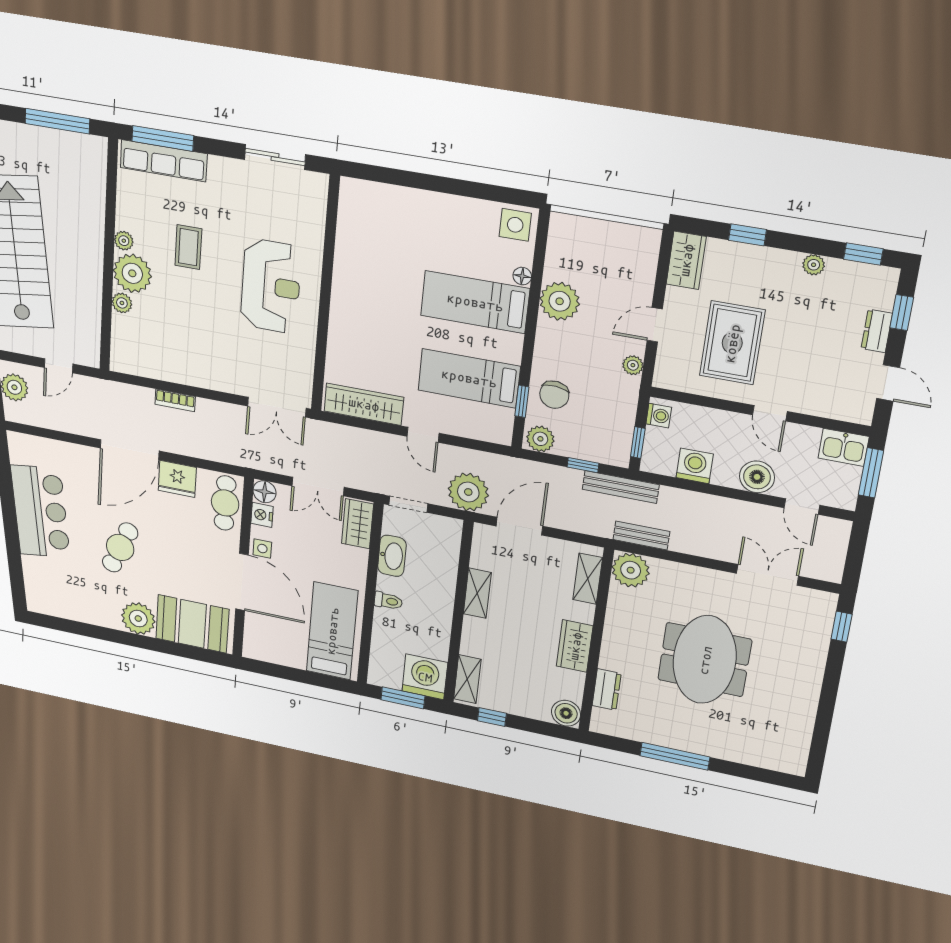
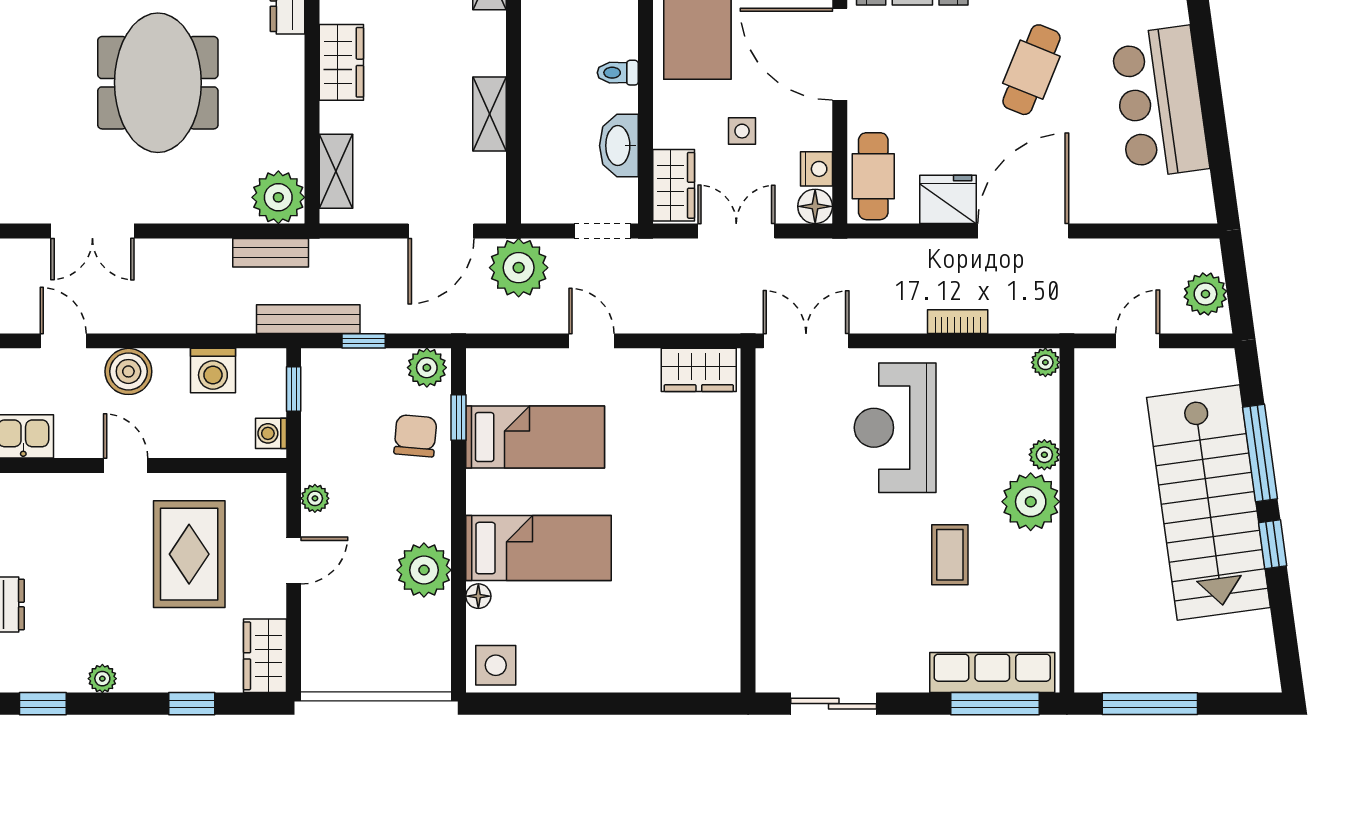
plant: (124, 241) -> (1045, 362), moved
reception desk: (271, 286) -> (895, 428), moved
wardrobe: (364, 404) -> (699, 370), width x0.67
side table: (262, 549) -> (742, 131), moved

